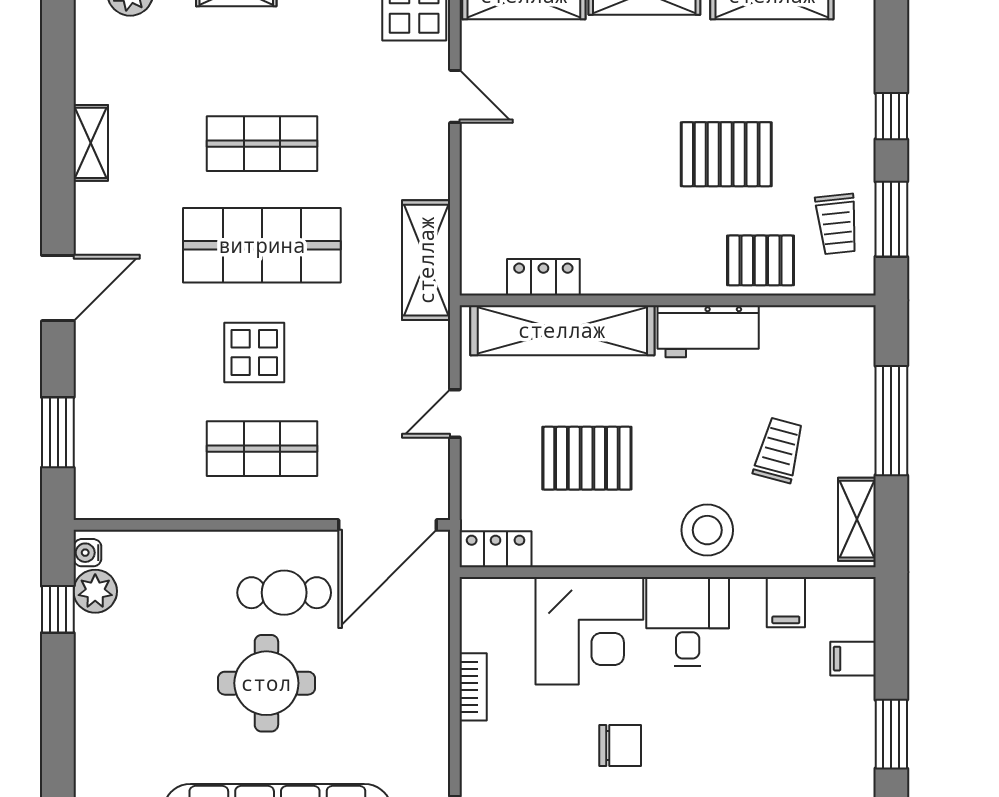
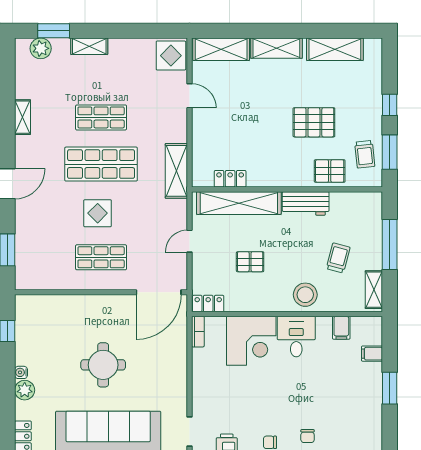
pallet: (587, 458) -> (250, 262), width x0.67, depth x0.71
water cooler: (87, 553) -> (21, 372), moved
plant: (95, 591) -> (25, 390), moved
cafe table: (284, 593) -> (111, 323), removed
bookcase: (473, 687) -> (198, 332), moved
chair: (620, 746) -> (265, 393), removed

